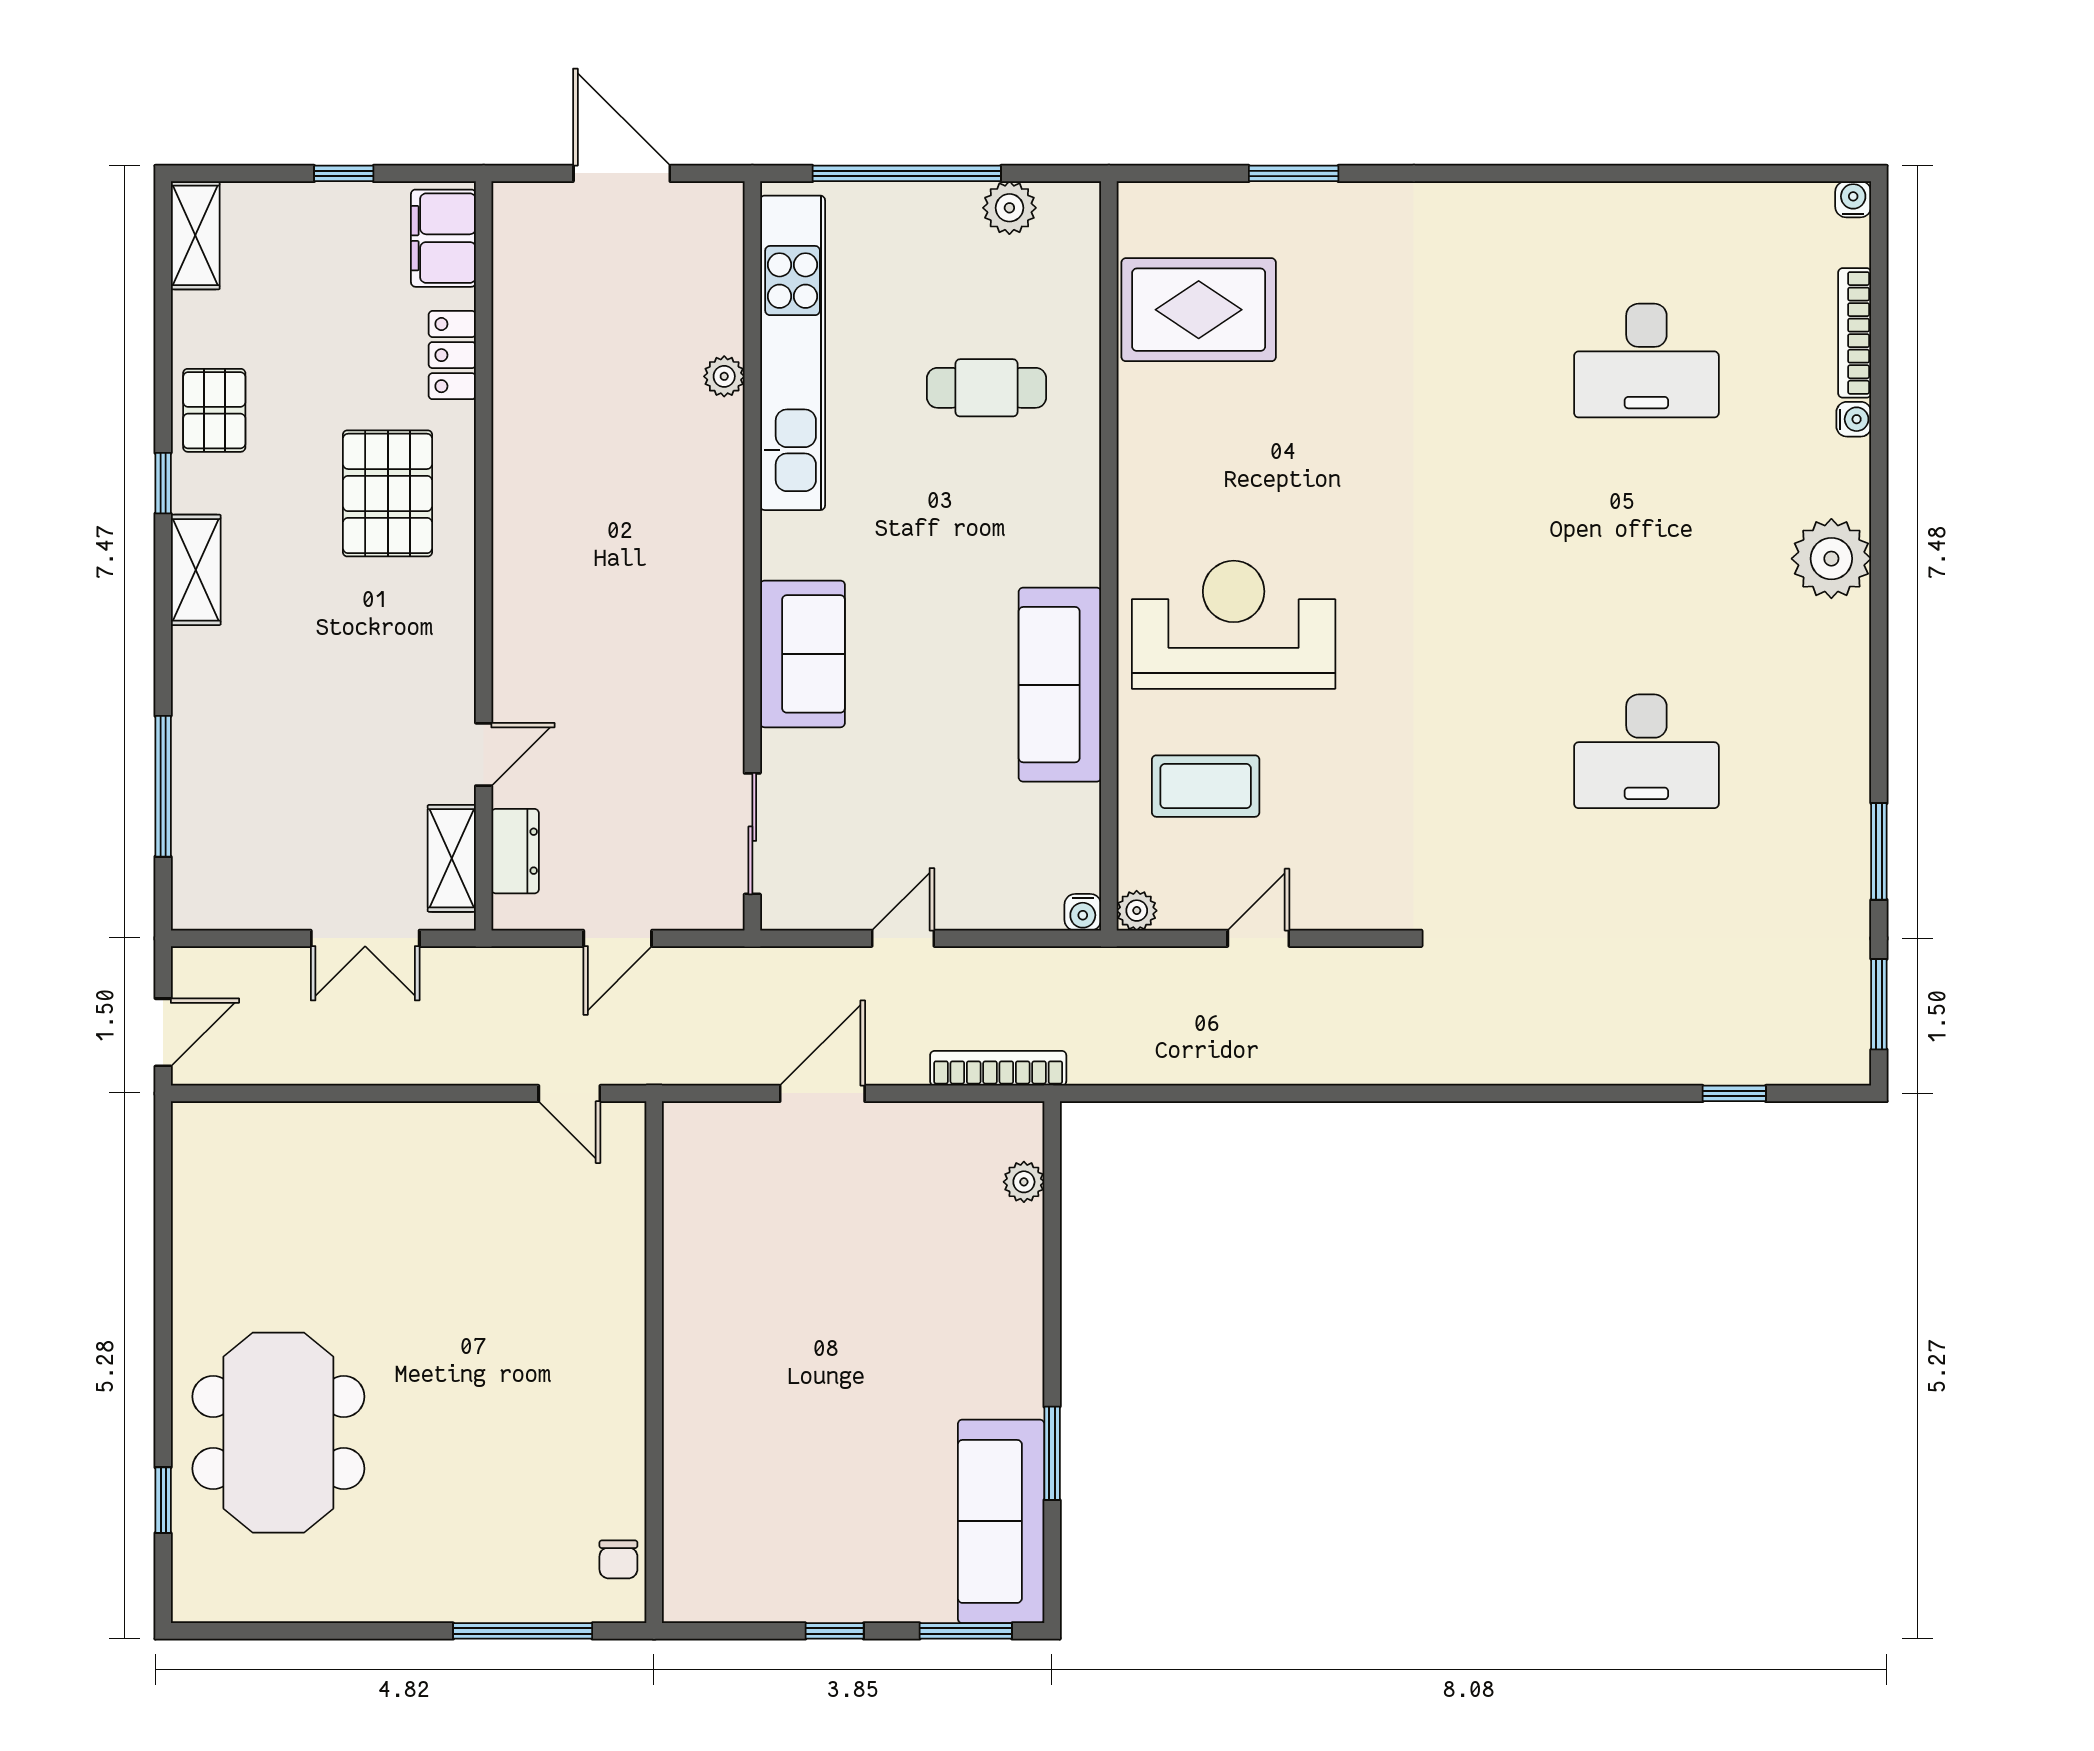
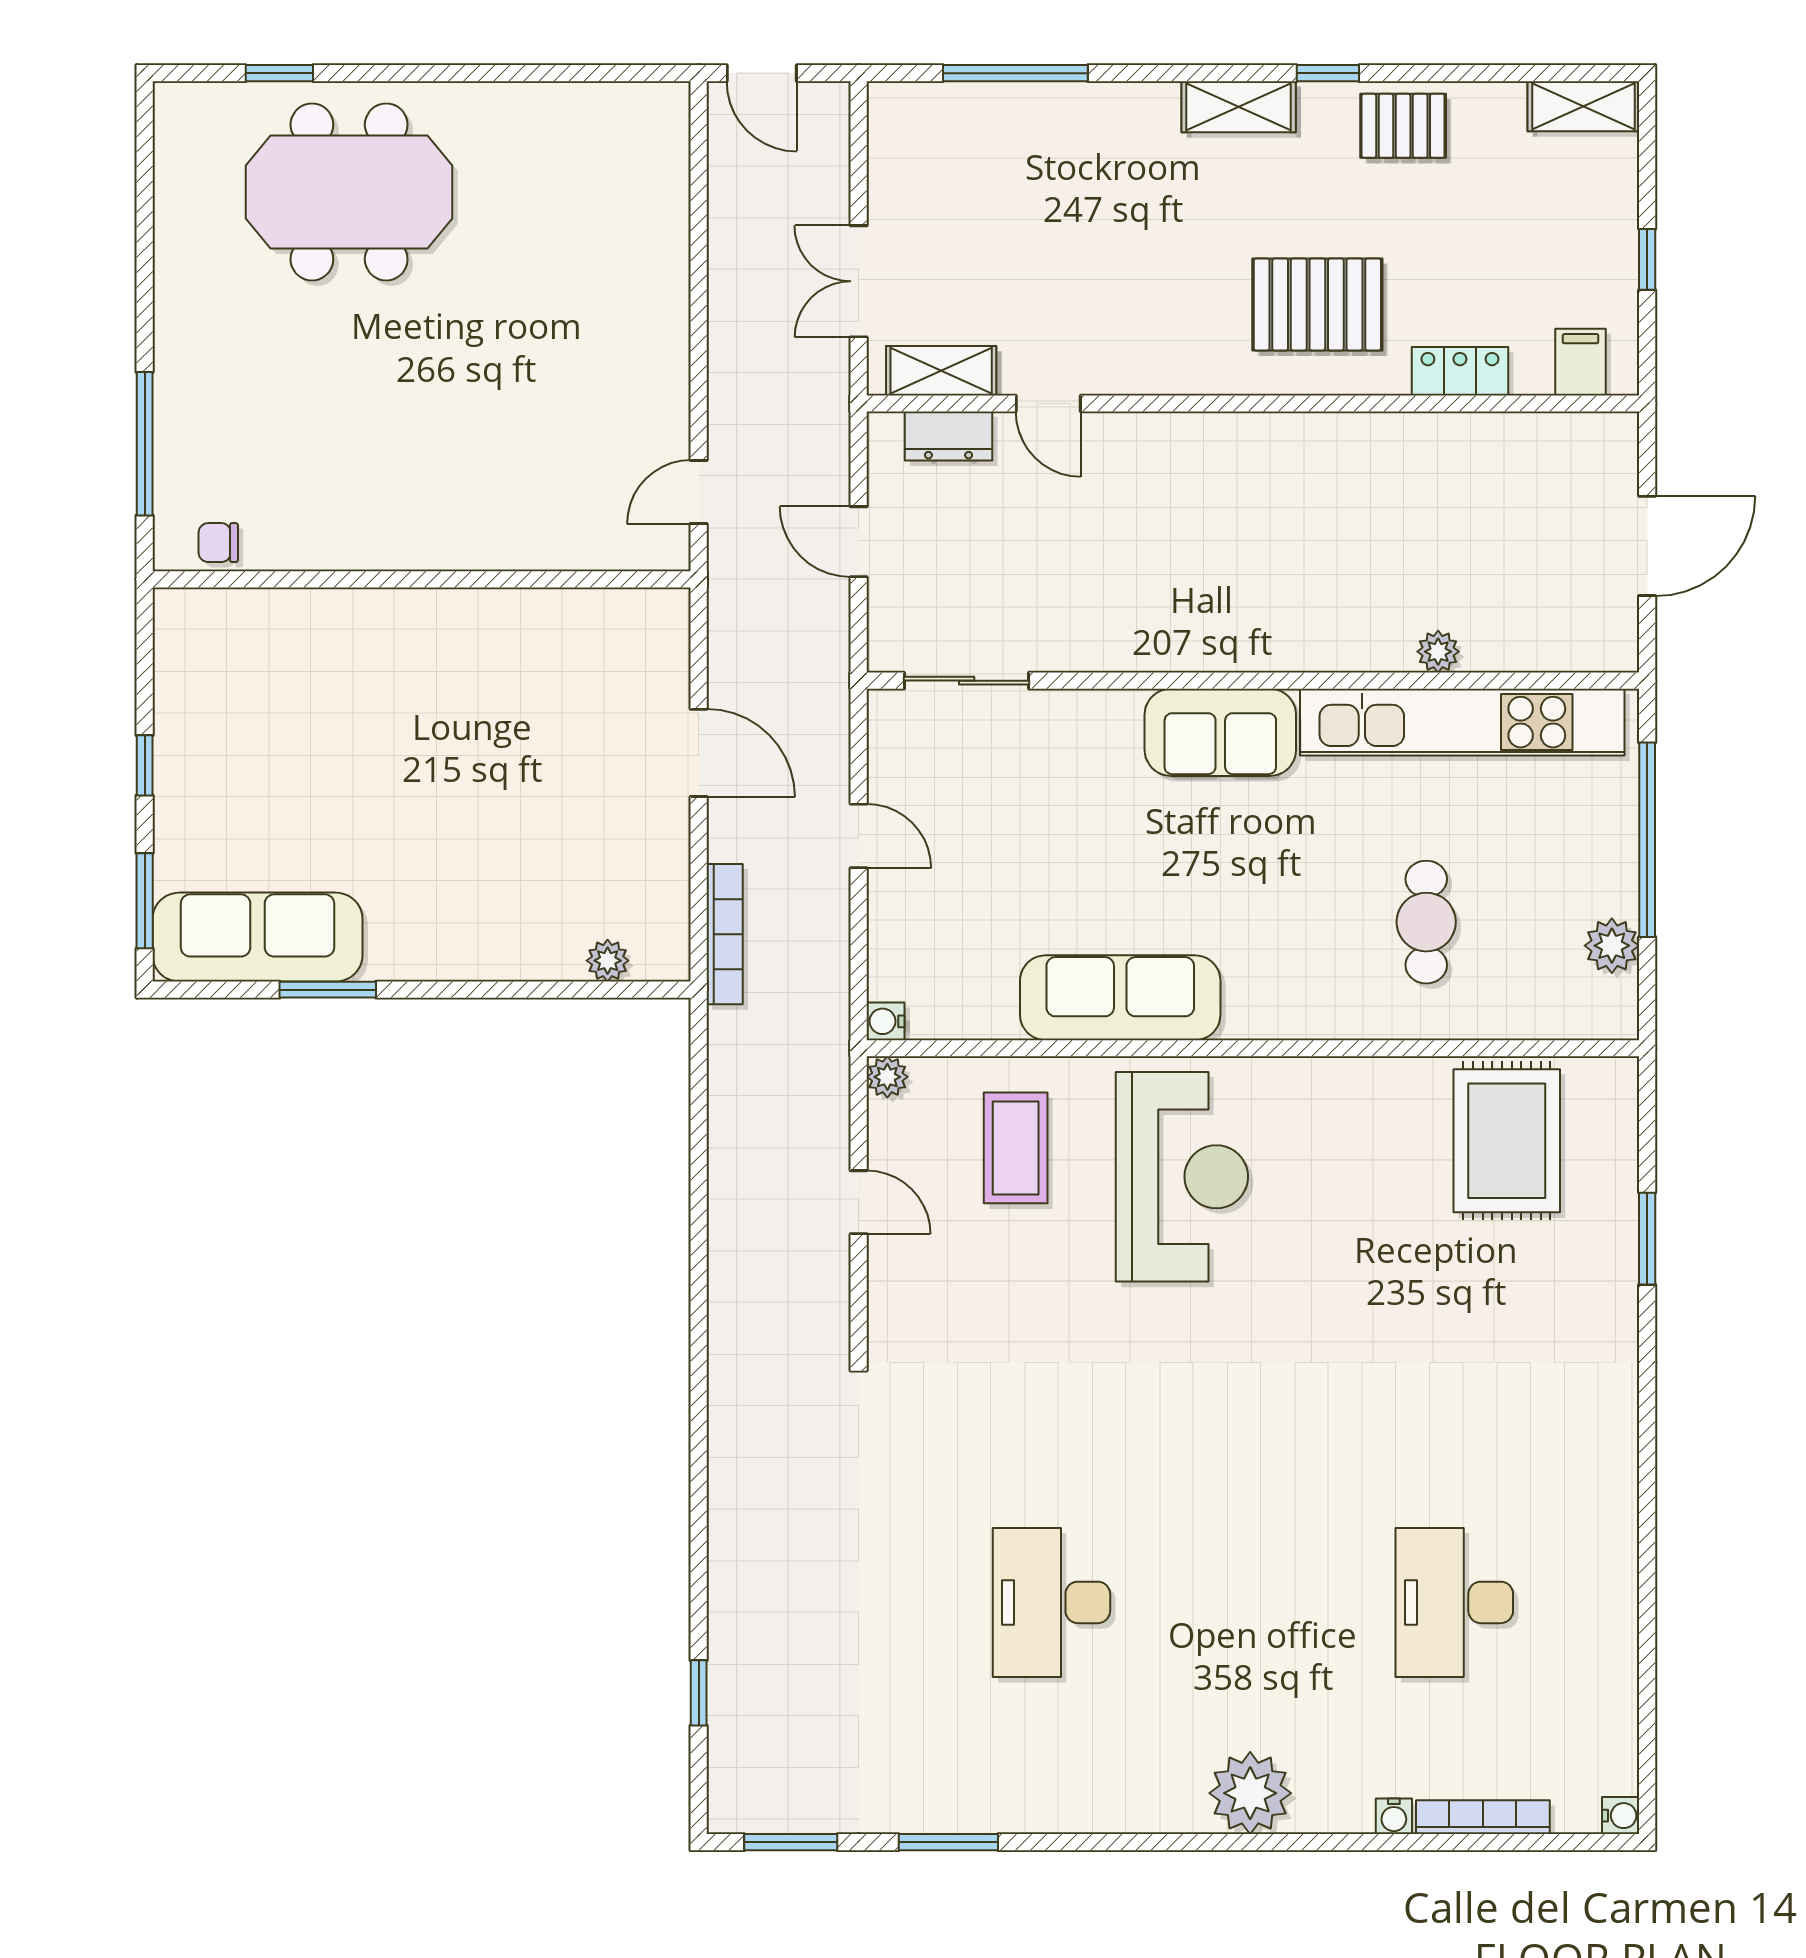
filing cabinet: (443, 238) -> (1581, 362), width x0.50
sofa: (802, 654) -> (1220, 732), moved

